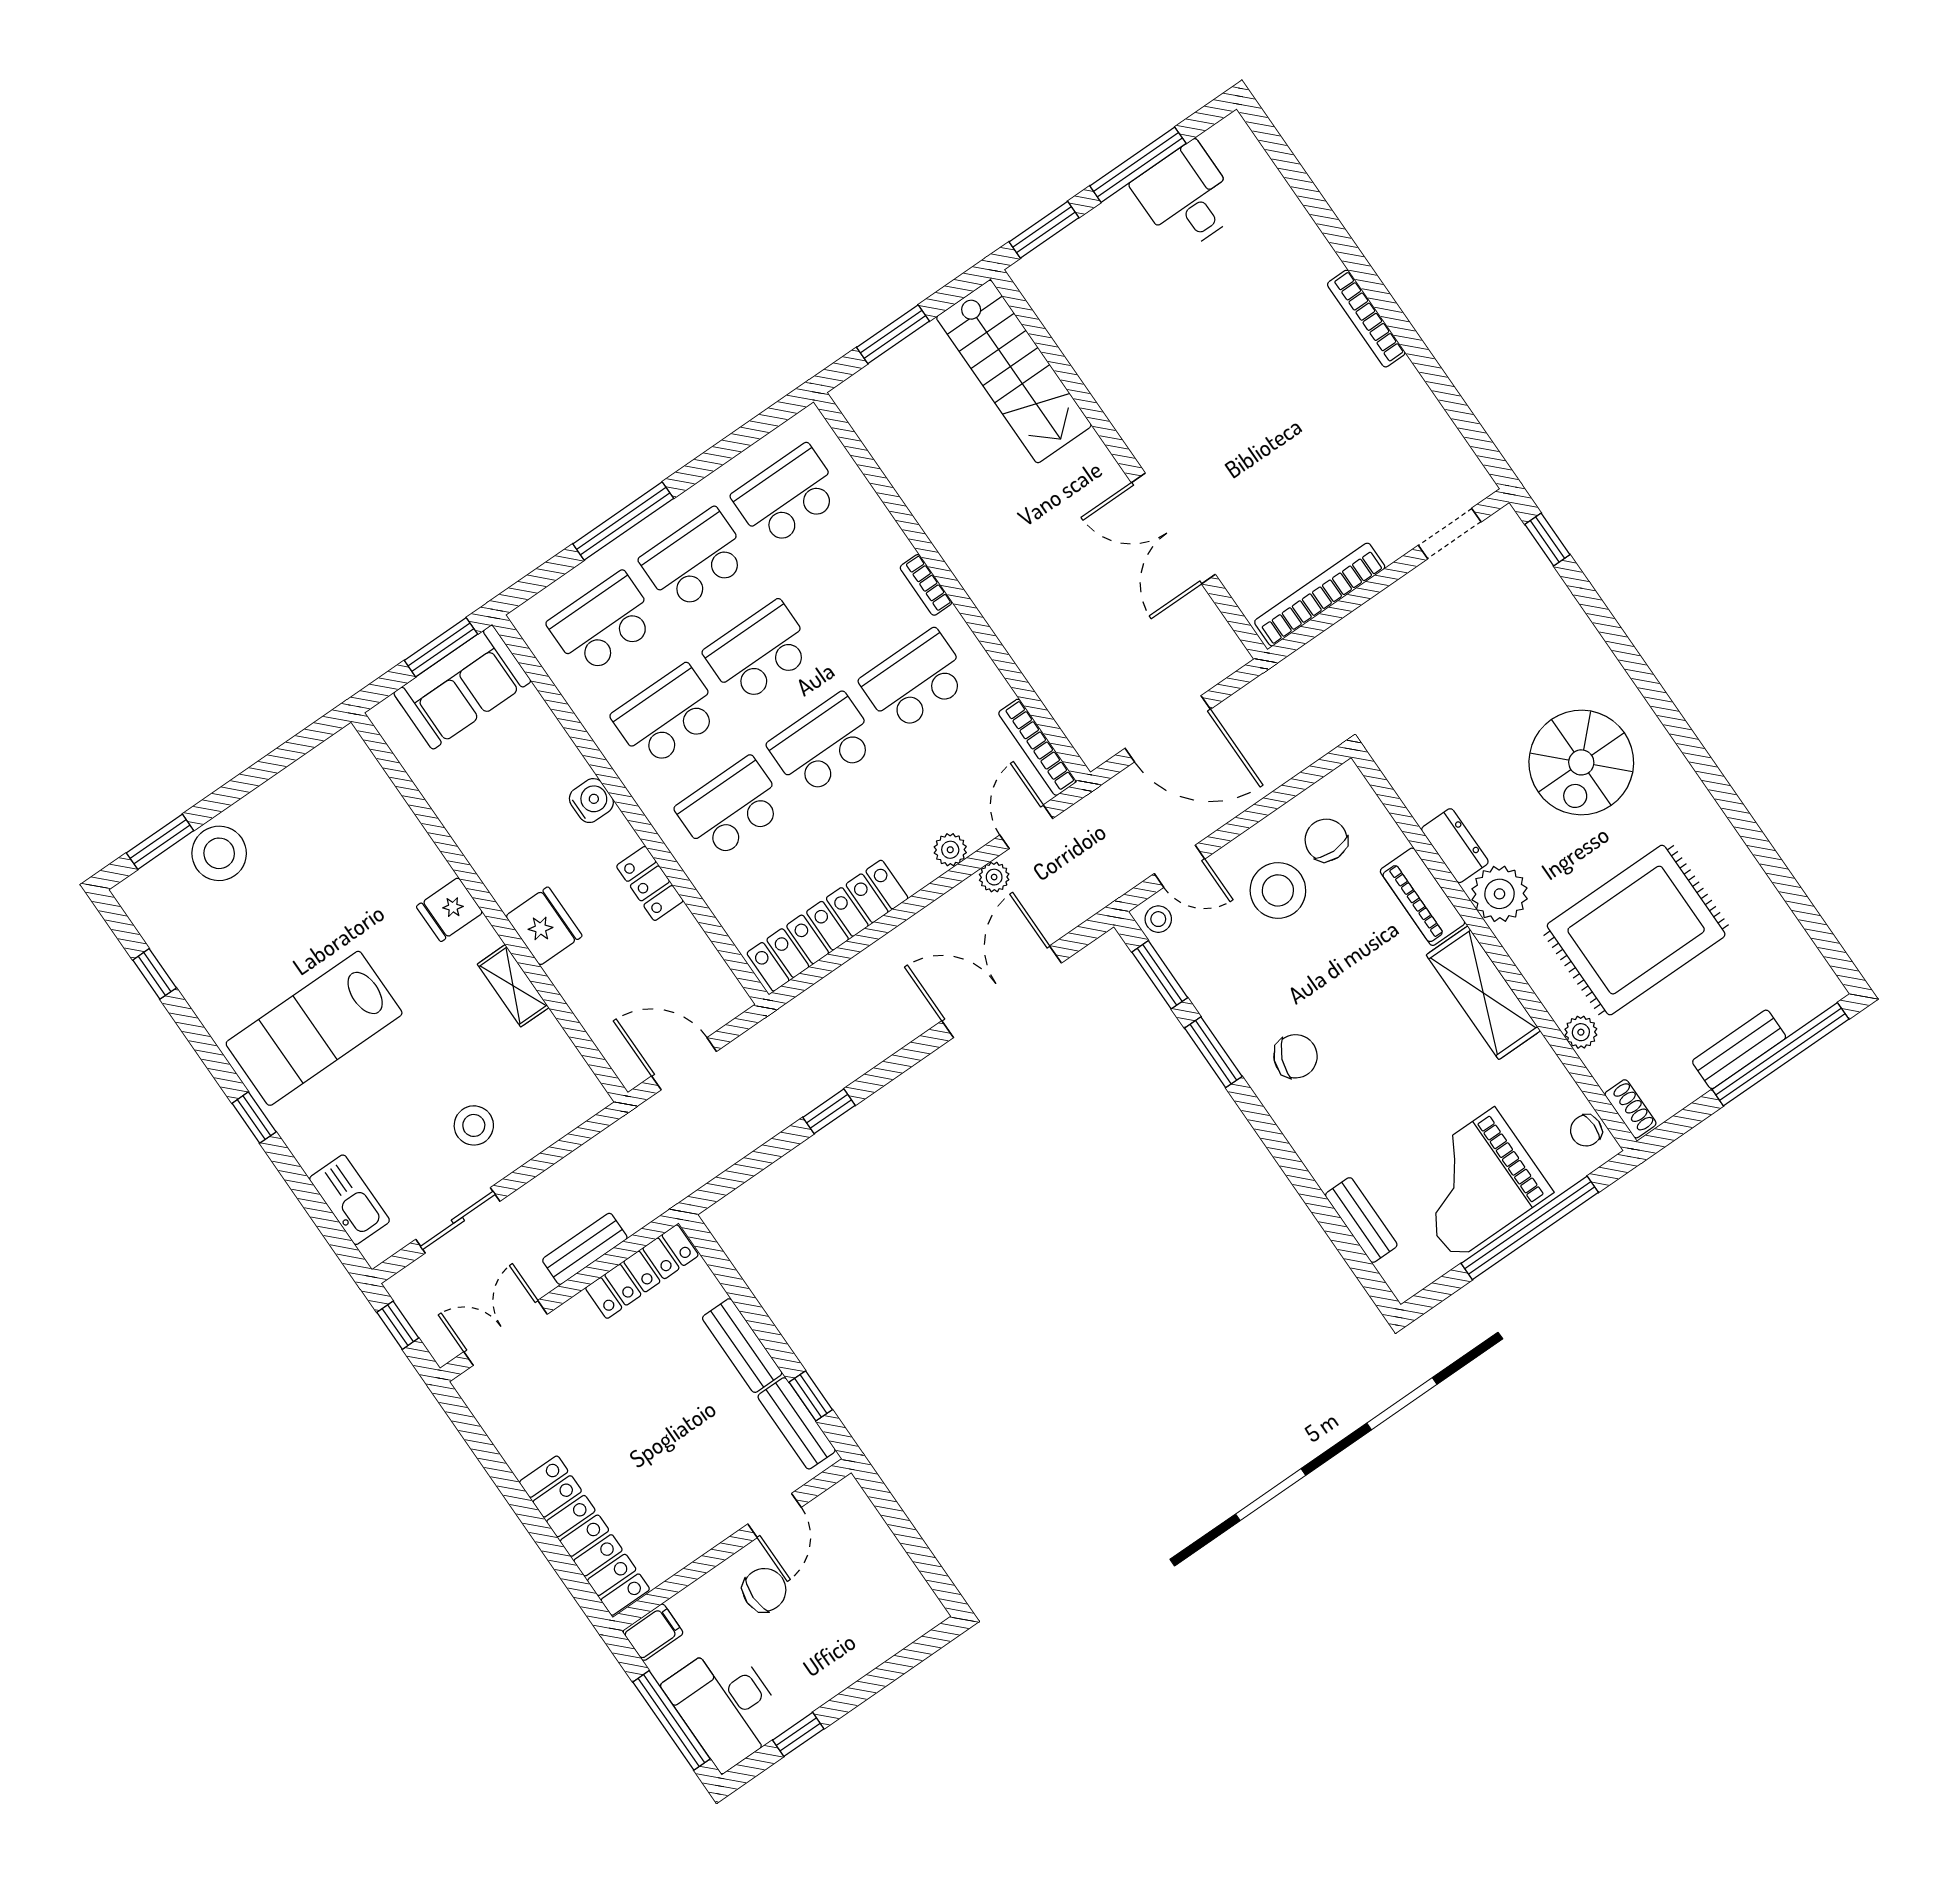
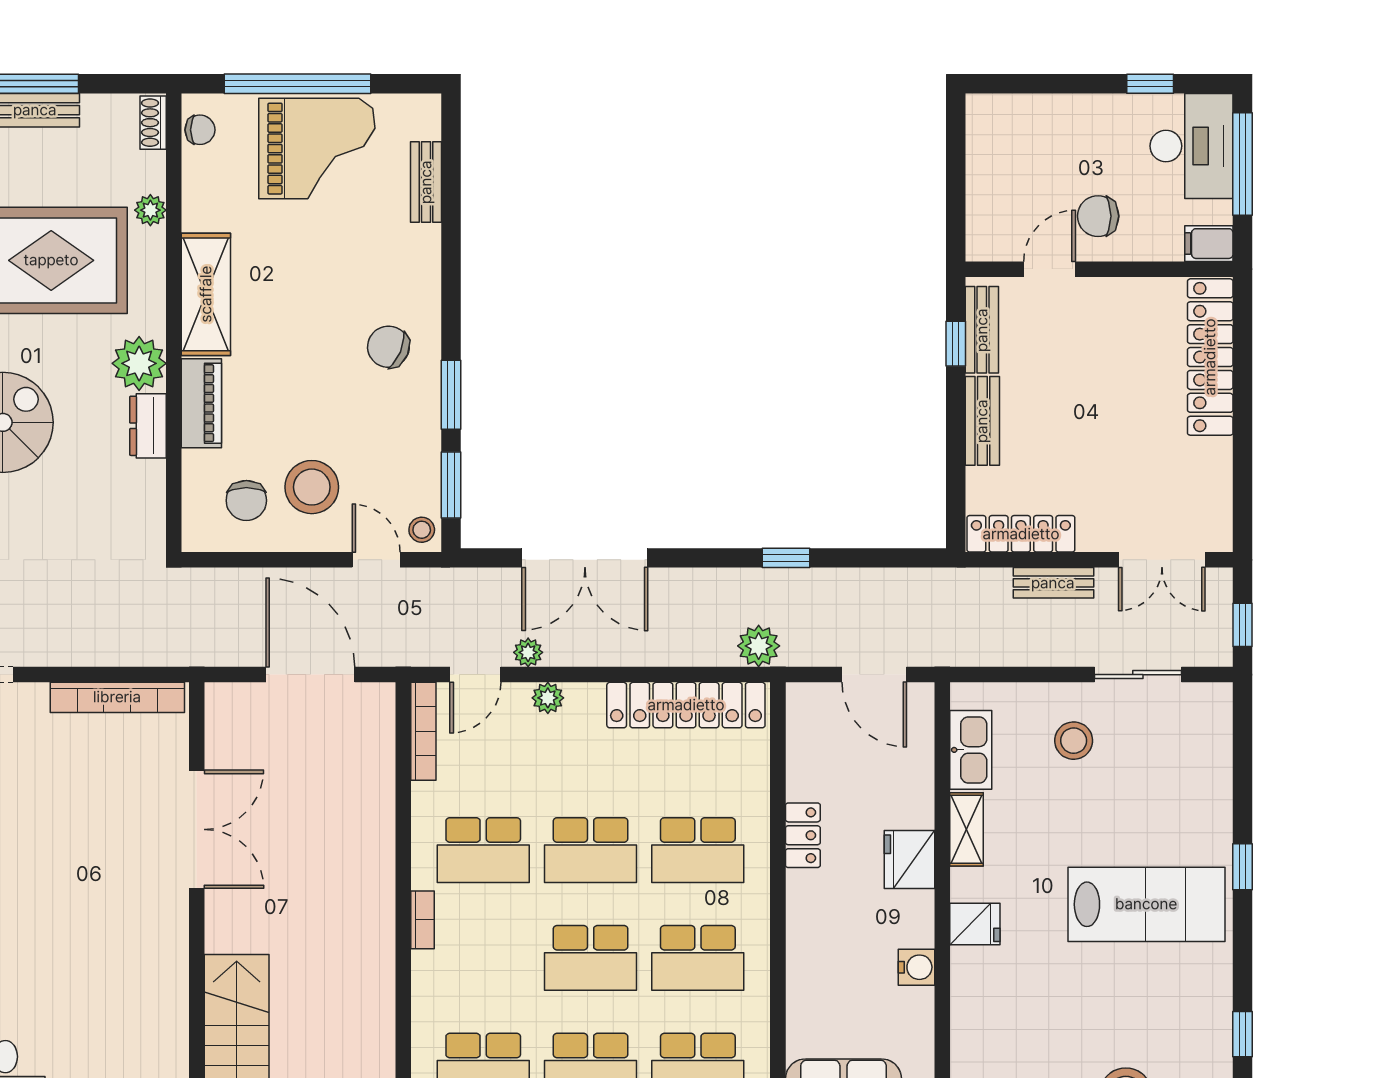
water cooler: (591, 801) -> (916, 967), moved, turned 180
plant: (800, 1020) -> (759, 646), added
kitchen sink: (349, 1200) -> (971, 750), moved, turned 180

